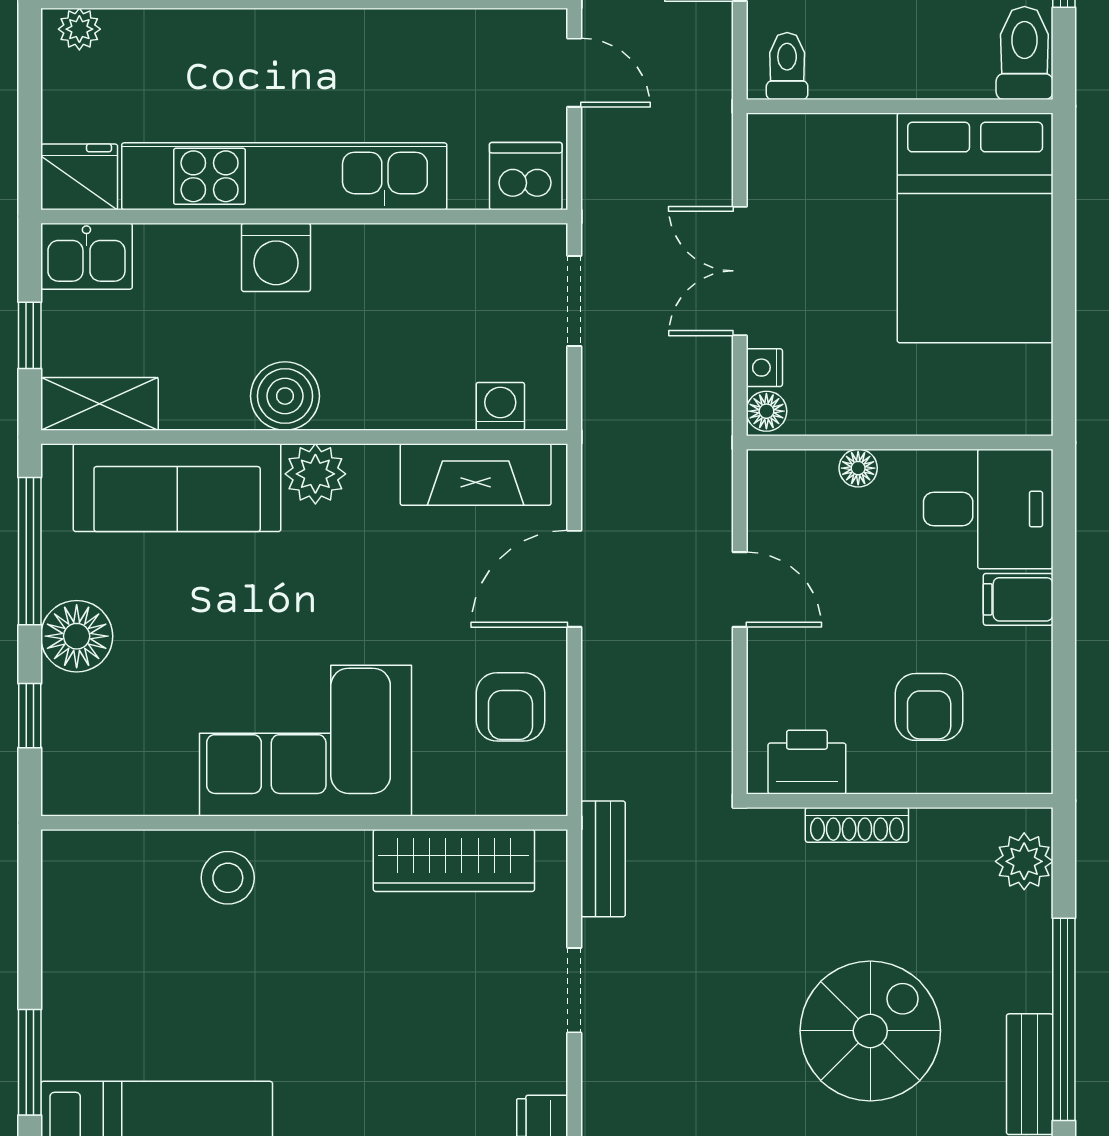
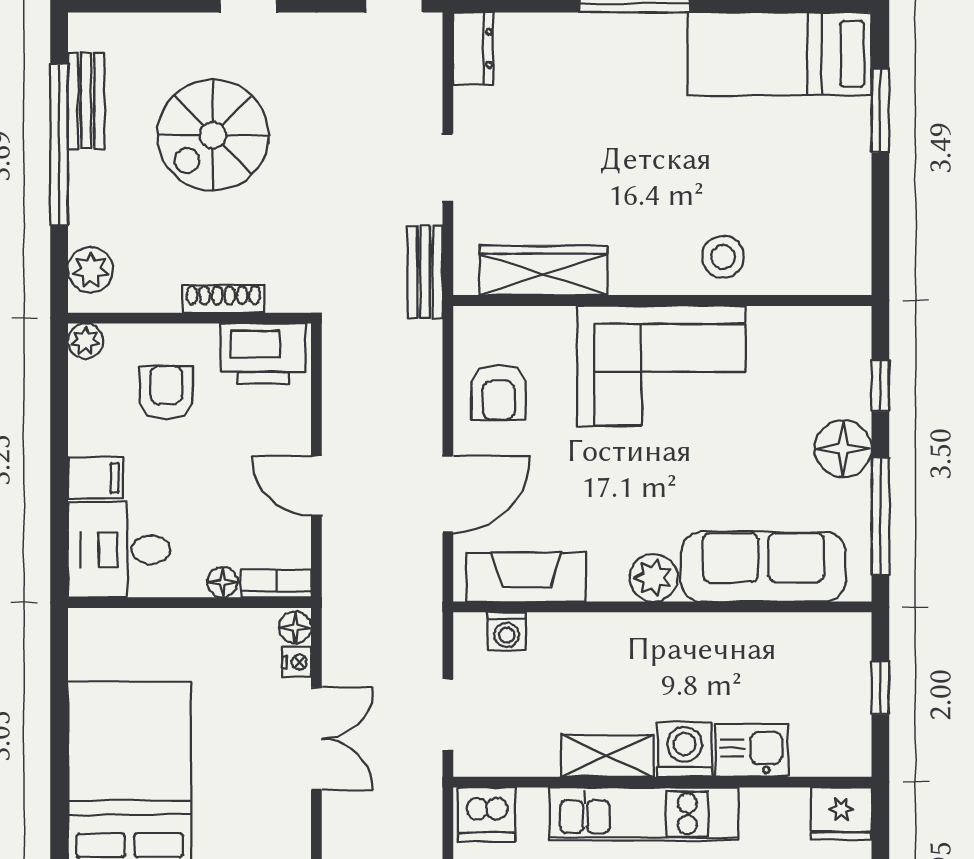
kitchen unit: (284, 176) -> (644, 814), width x0.73
kitchen sink: (86, 256) -> (752, 751), moved
boiler: (285, 396) -> (678, 639), removed
shelving: (100, 404) -> (607, 756), moved
bookcase: (791, 467) -> (276, 583), added
armchair: (510, 707) -> (499, 393), turned 180
printer: (807, 762) -> (263, 354), width x1.37, depth x1.19
plant: (1031, 772) -> (85, 341), added

